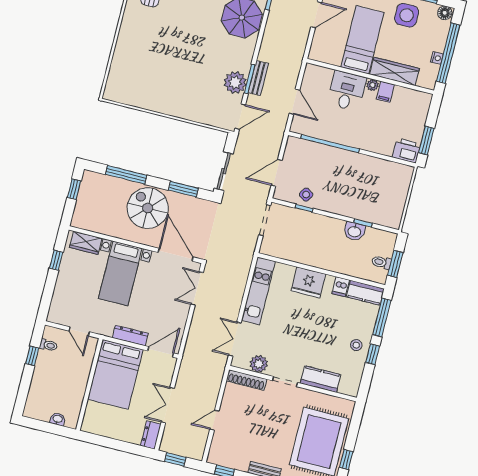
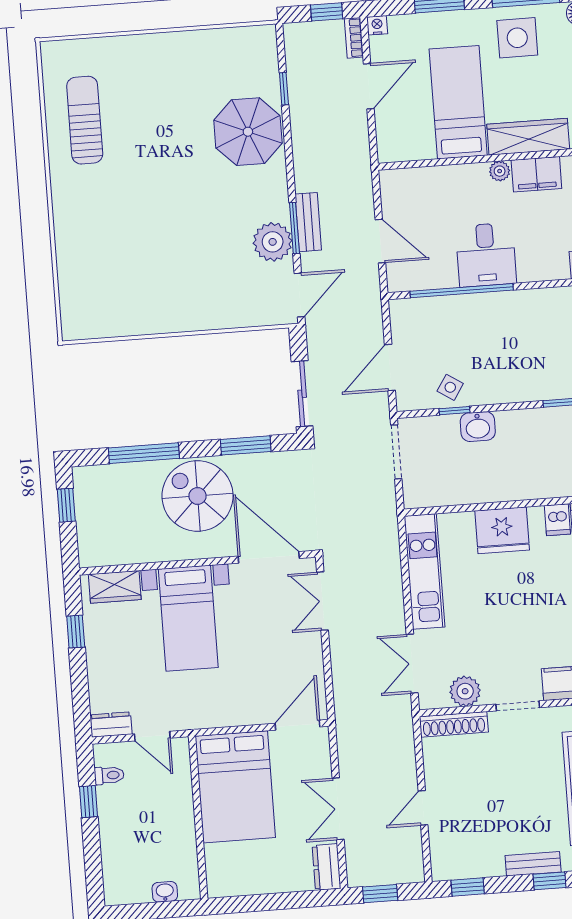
desk: (347, 91) -> (486, 255), moved, turned 180
filing cabinet: (385, 92) -> (536, 174), width x2.00
washbasin: (354, 231) -> (478, 427), moved
dresser: (130, 336) -> (111, 725), moved, width x0.70

